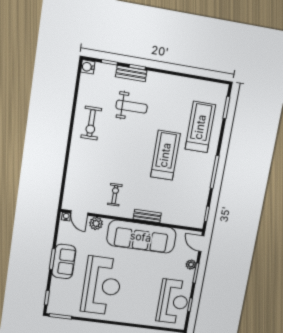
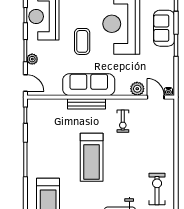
treadmill: (165, 155) -> (92, 157), moved
bench: (147, 216) -> (86, 104), width x1.36
sofa: (141, 237) -> (89, 85), width x0.74, depth x0.79
sofa: (64, 261) -> (164, 28), moved
coffee table: (141, 274) -> (82, 41), added

